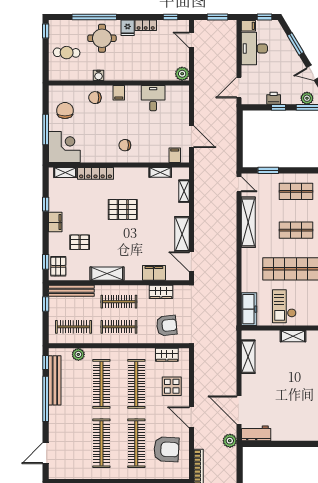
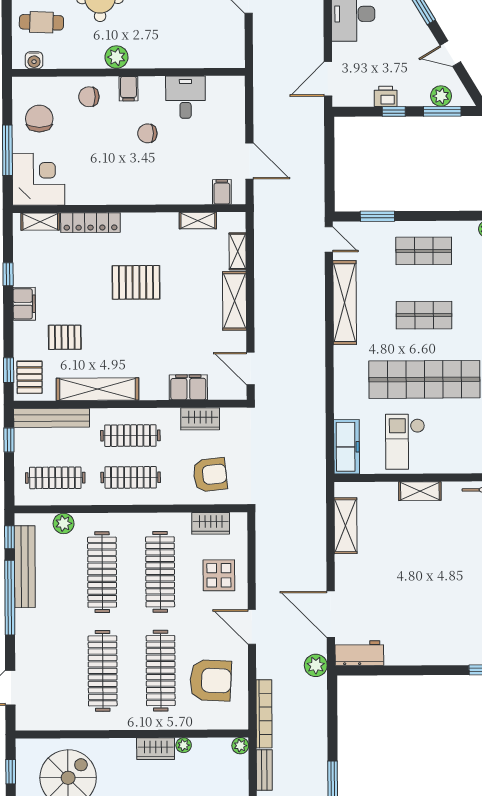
plant: (182, 74) -> (116, 57), moved
water cooler: (99, 75) -> (34, 60), moved
chair: (125, 145) -> (147, 133), moved
shelving: (182, 234) -> (234, 301), moved
shelving: (107, 274) -> (98, 389), width x1.47

